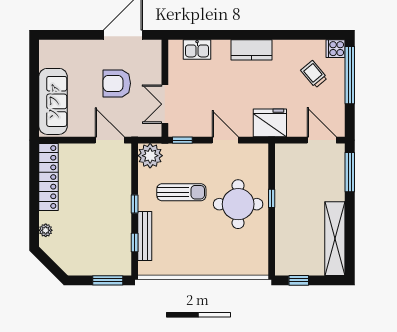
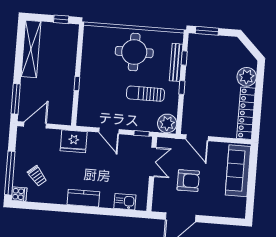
door: (322, 140) -> (35, 125), swing flipped
round table: (238, 204) -> (134, 52), moved
plant: (46, 230) -> (247, 77), width x1.87, depth x1.87

